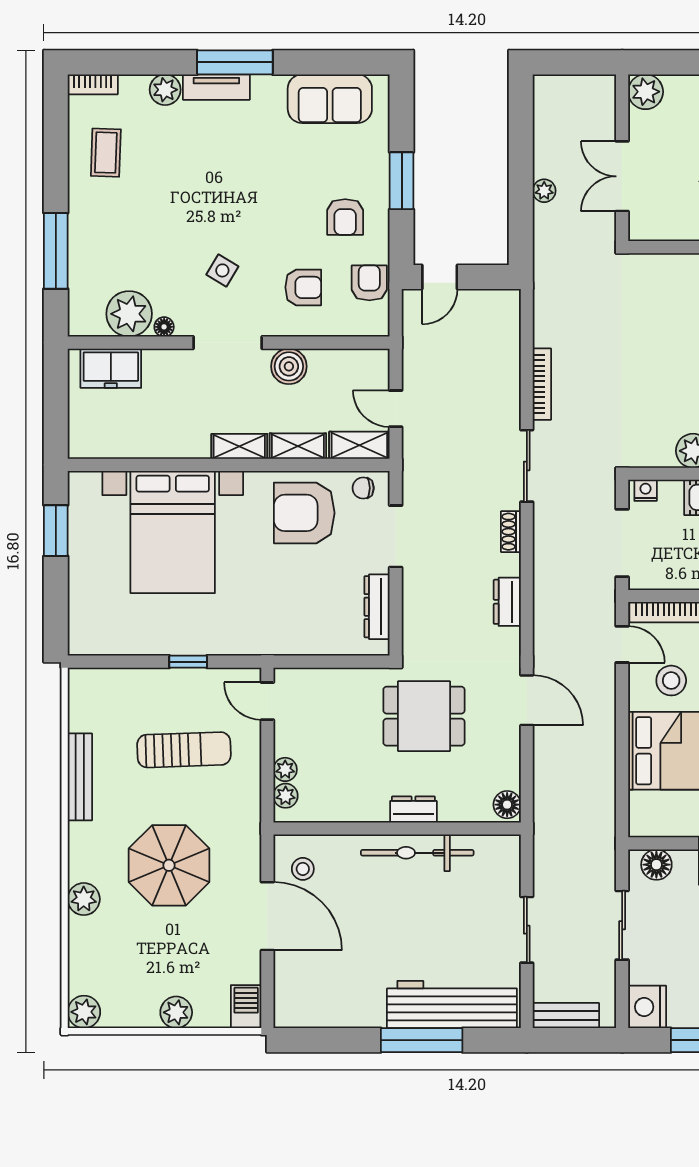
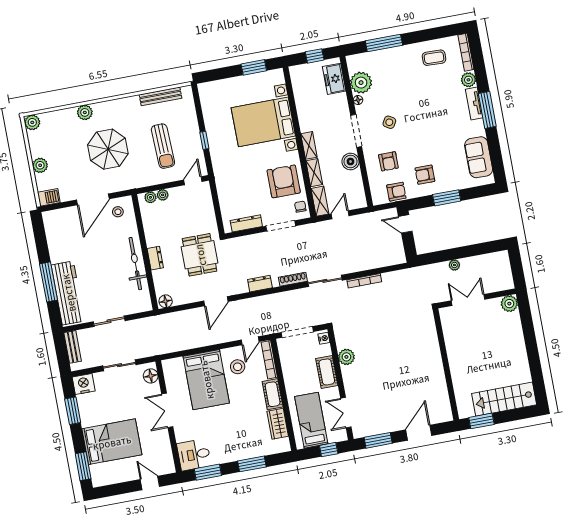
bookcase: (93, 84) -> (466, 52), width x1.56
window: (56, 400) -> (315, 56), added
shoe rack: (511, 532) -> (293, 279), width x1.43
bench: (80, 777) -> (161, 96), moved

